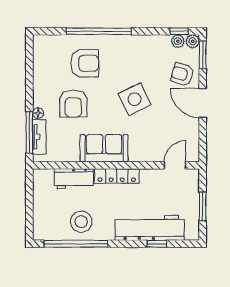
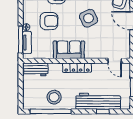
armchair: (73, 104) -> (49, 21), turned -90
door: (175, 165) -> (115, 61), swing flipped
workbench: (74, 179) -> (35, 69), moved

